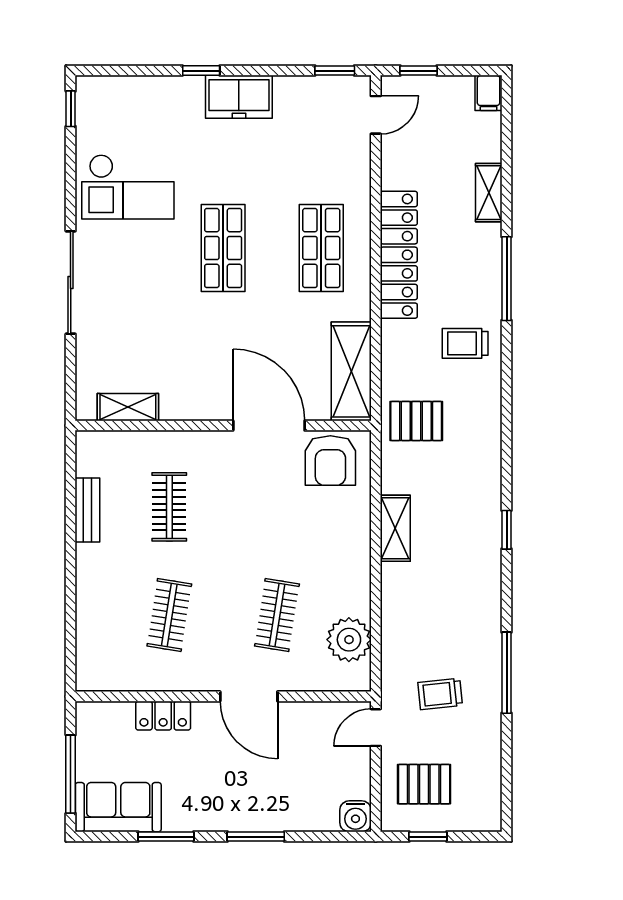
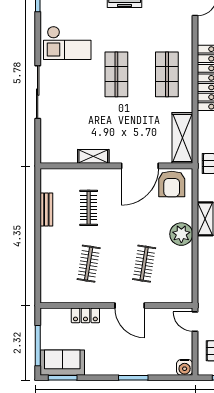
shelving: (128, 407) -> (93, 156), moved
door: (269, 426) -> (140, 166), swing flipped
plant: (349, 640) -> (181, 234), moved
door: (376, 728) -> (195, 322), hinge flipped
window: (166, 837) -> (63, 378), moved

